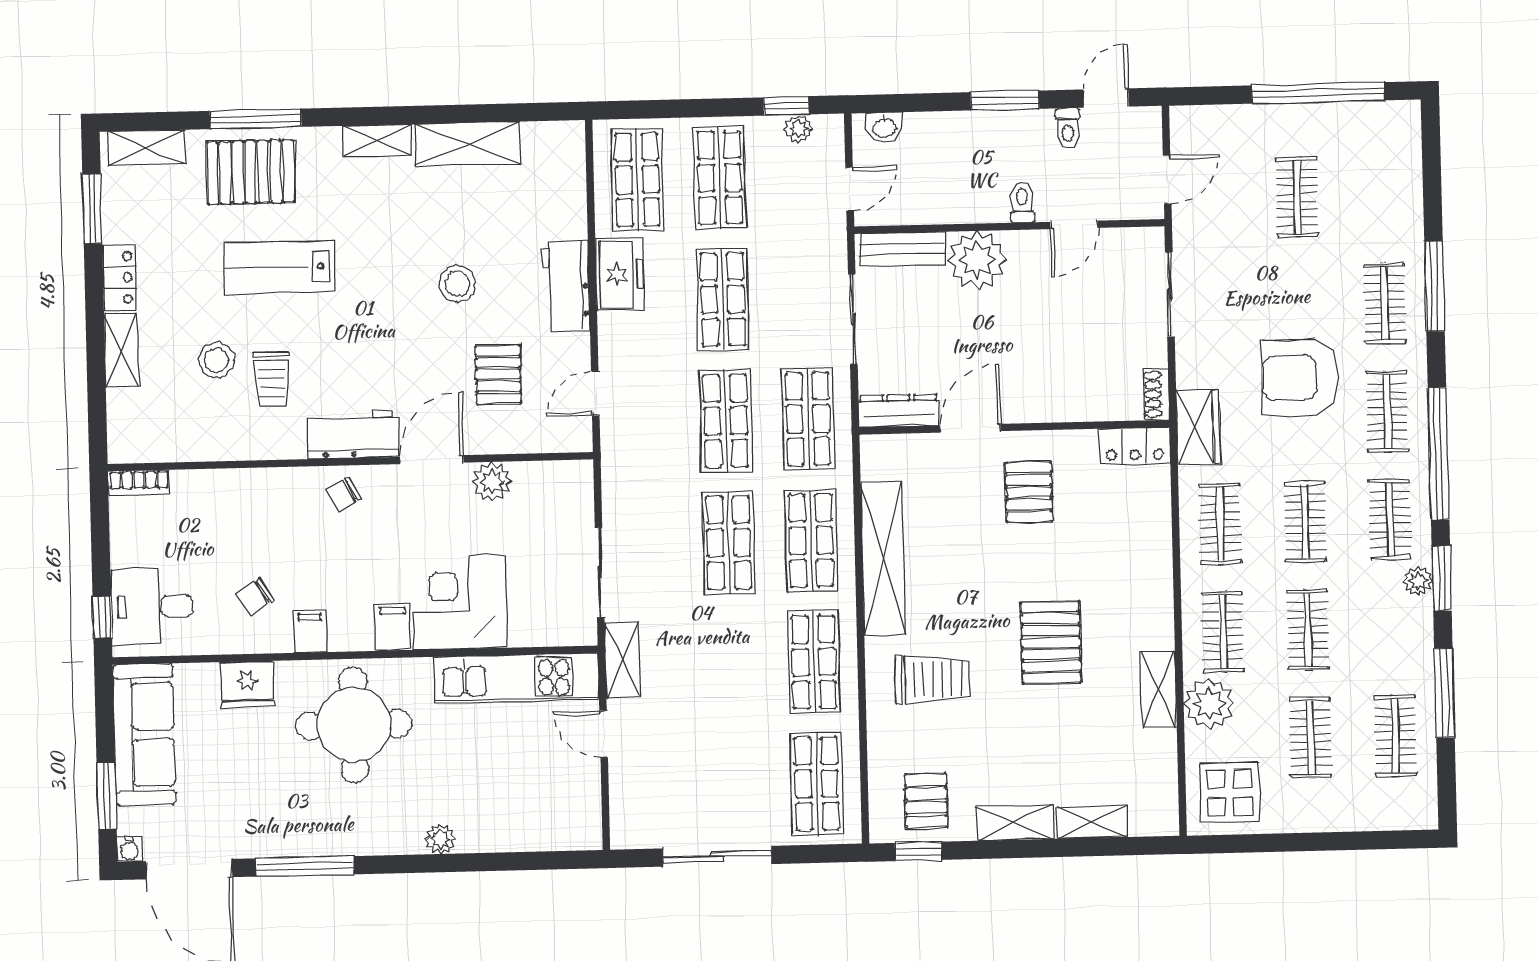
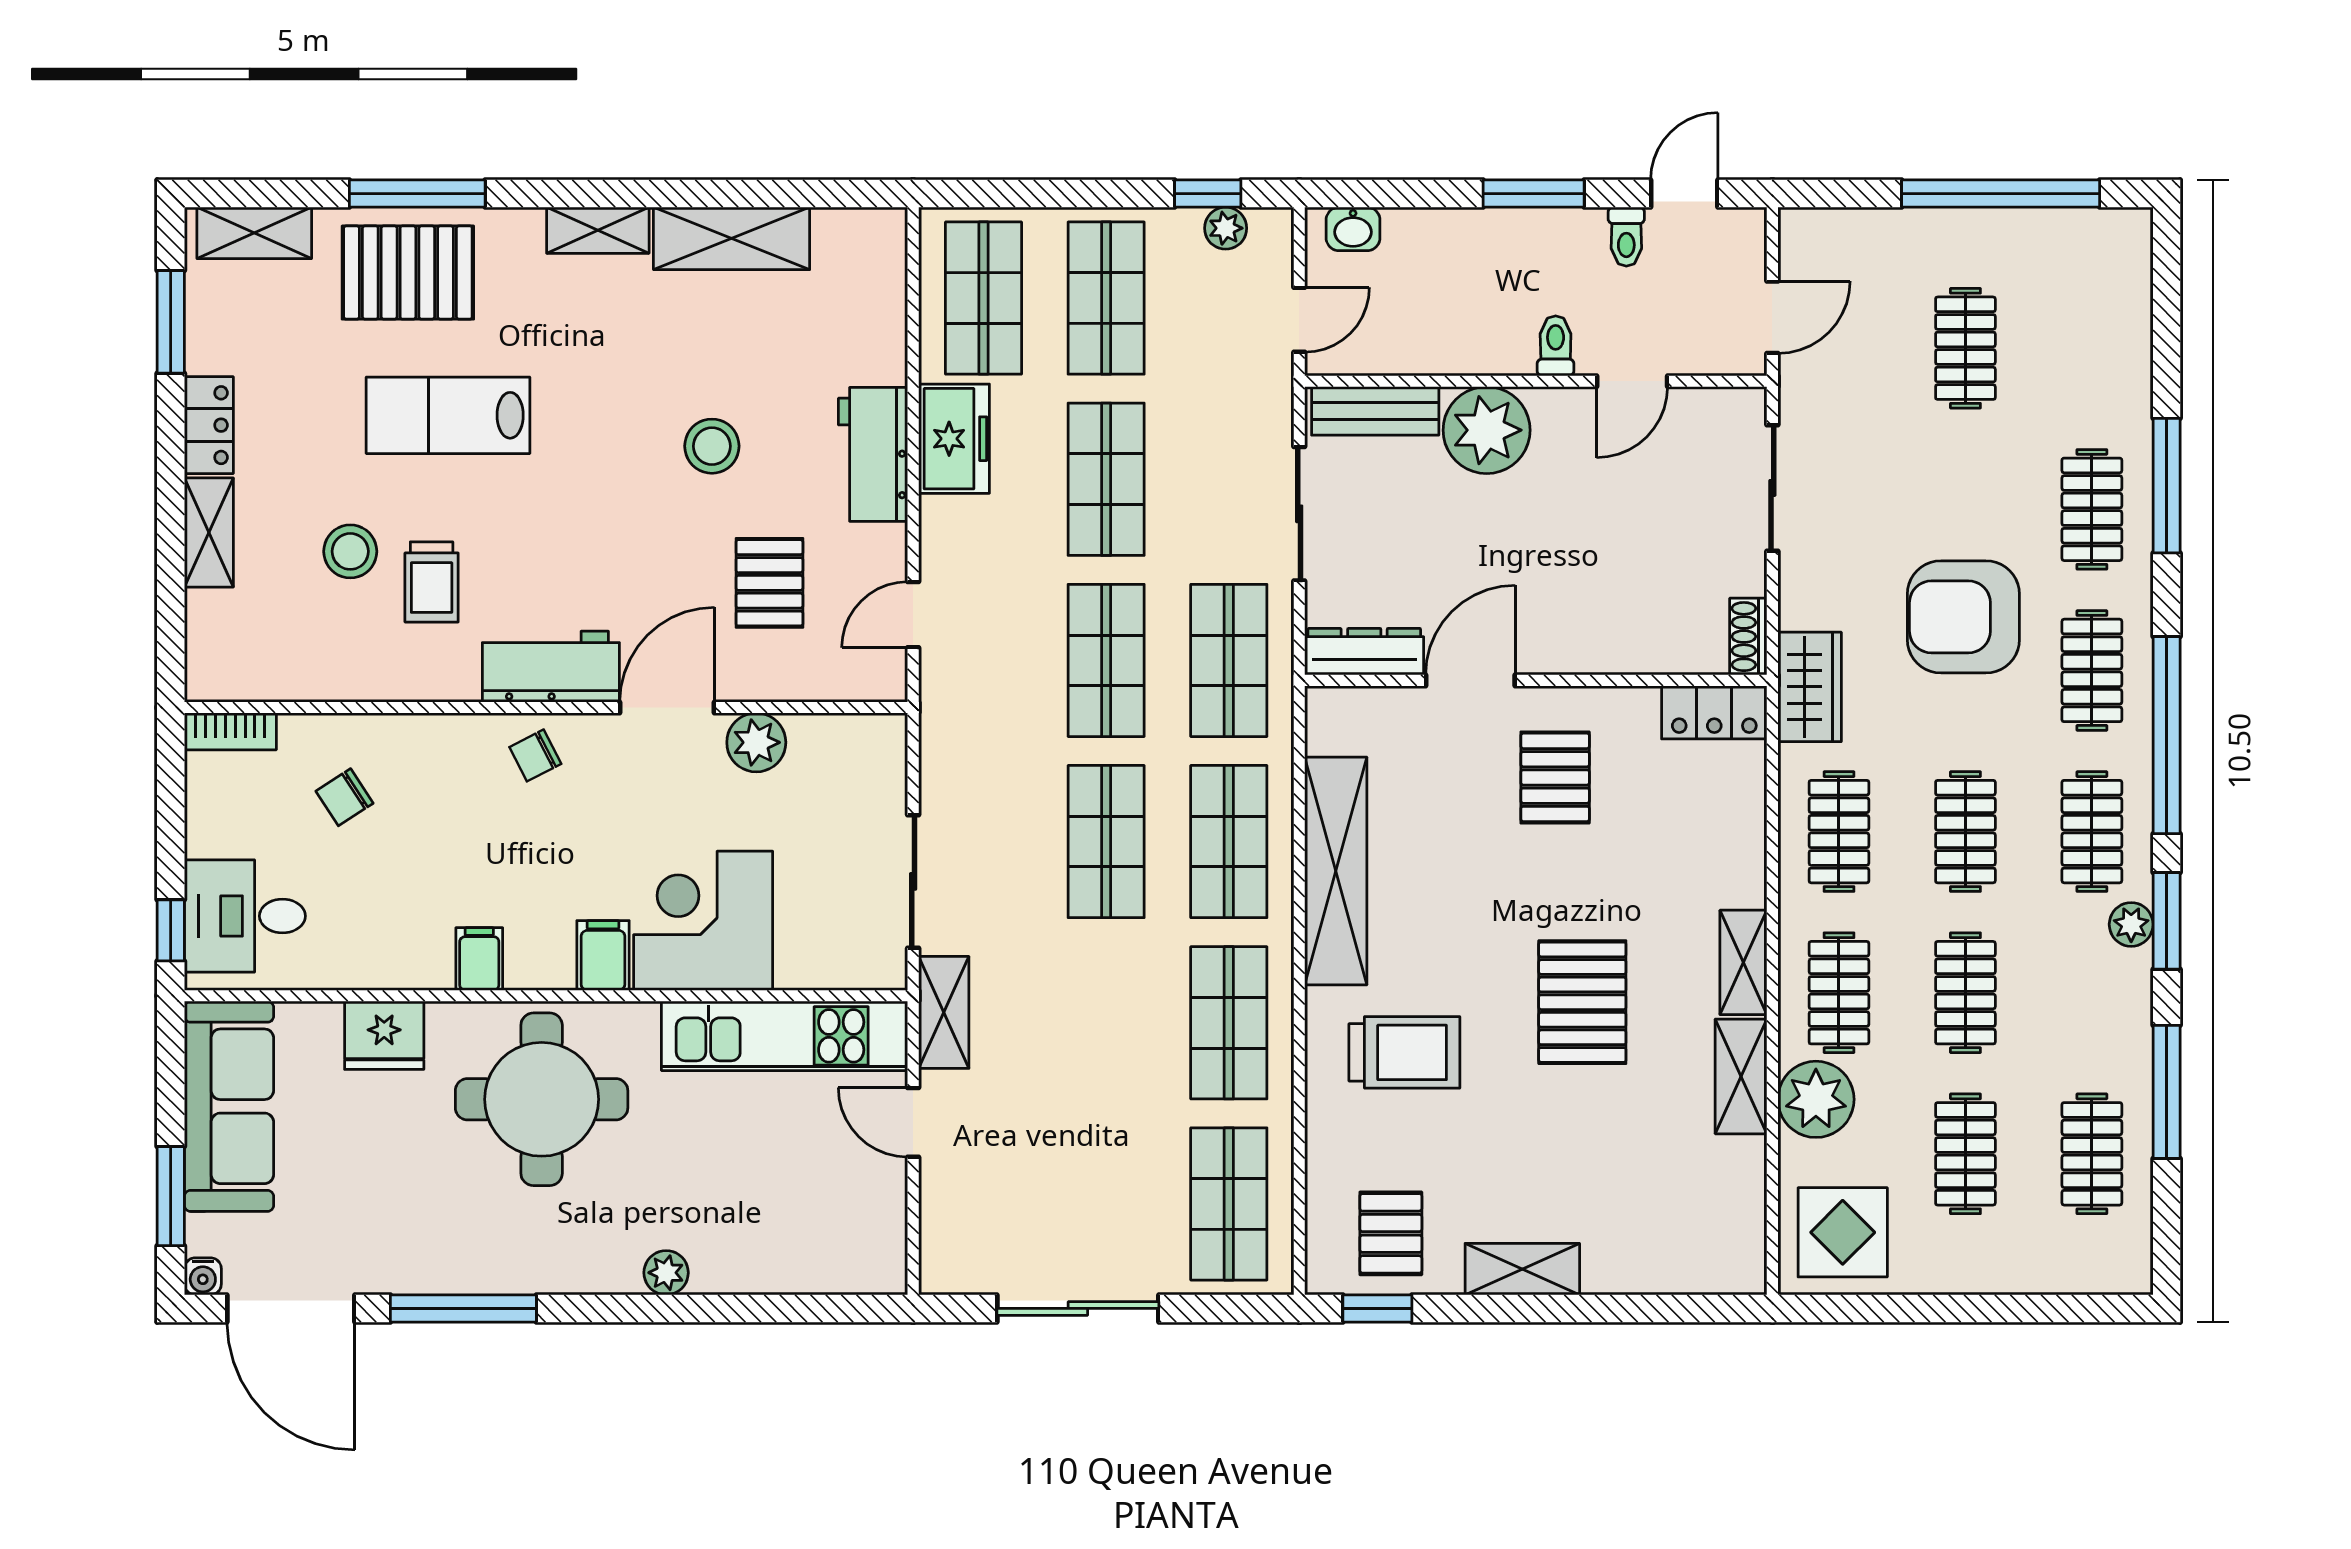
chair: (255, 597) -> (344, 797), moved
shelving: (1091, 822) -> (1743, 962), moved, turned 90

